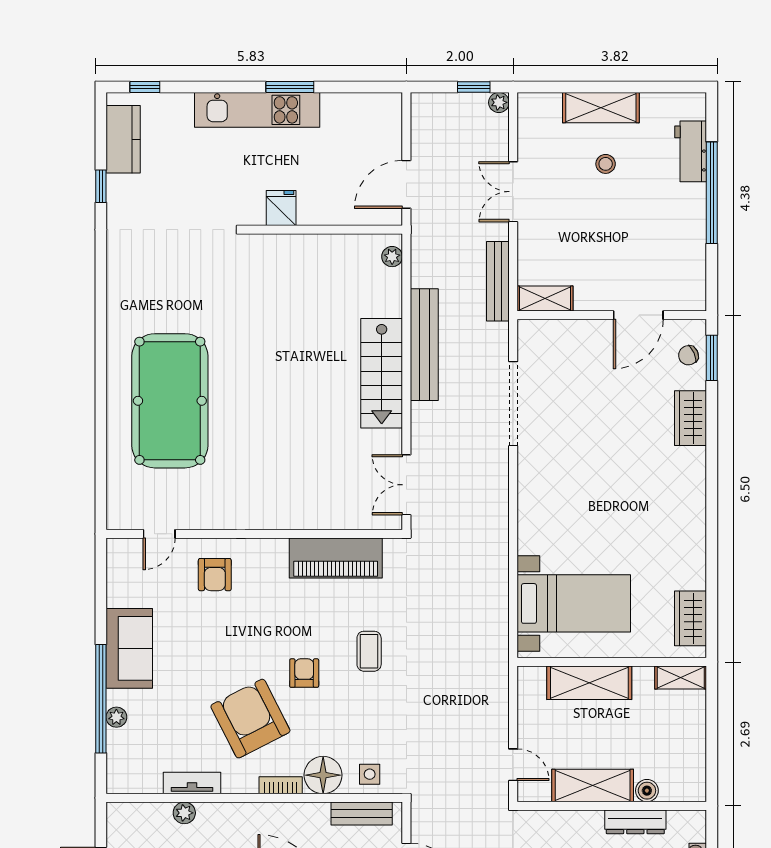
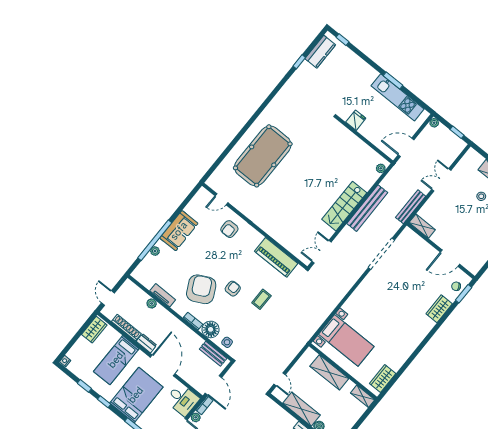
plant: (499, 102) -> (434, 123), moved
kitchen unit: (257, 110) -> (398, 97), moved

